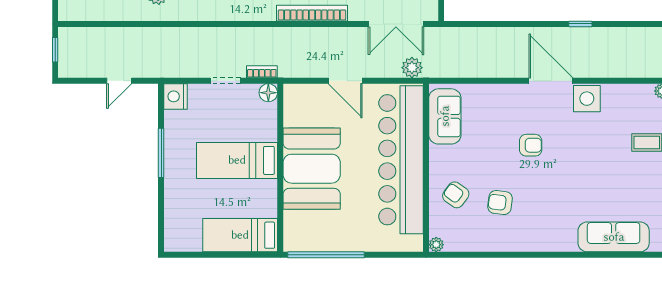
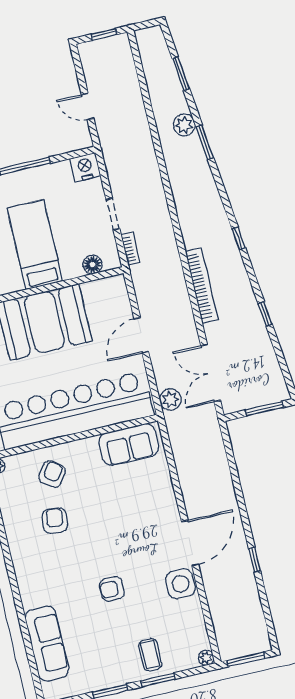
floor lamp: (268, 93) -> (92, 265), moved
armchair: (531, 145) -> (112, 589), moved, turned 90

